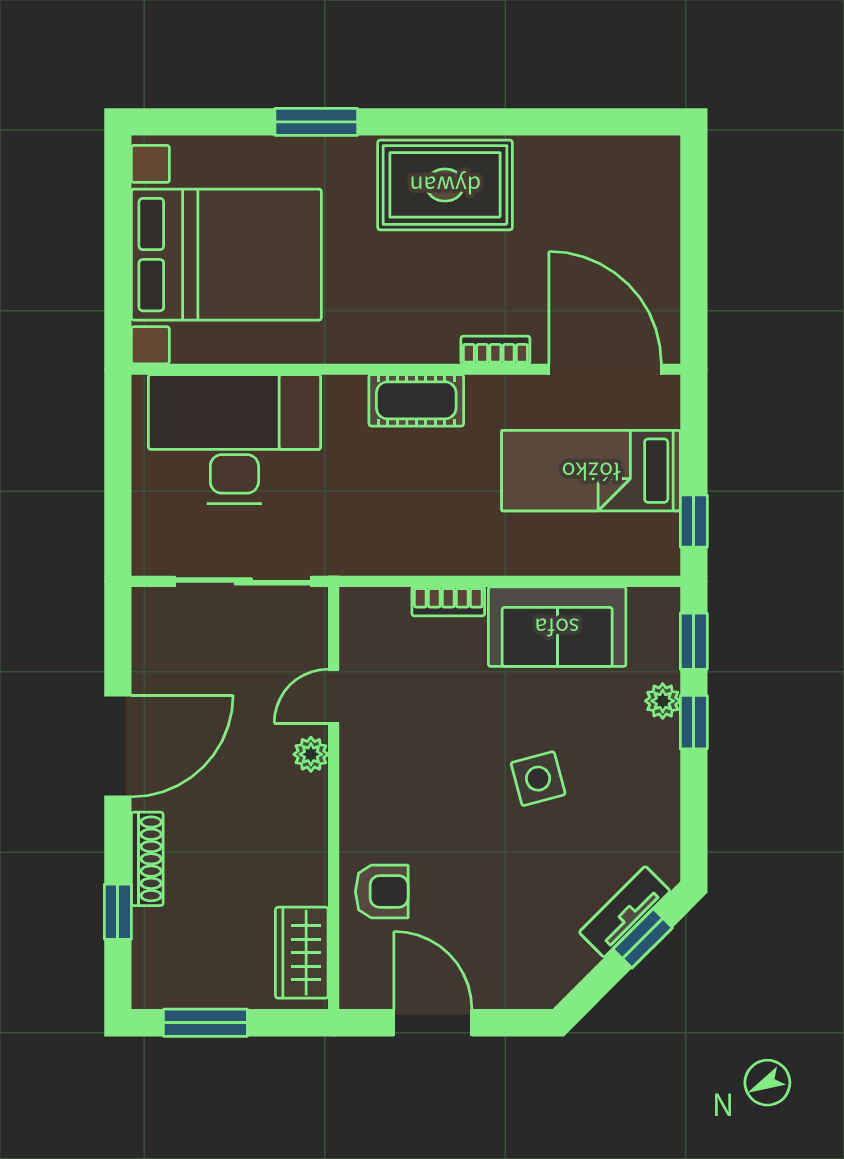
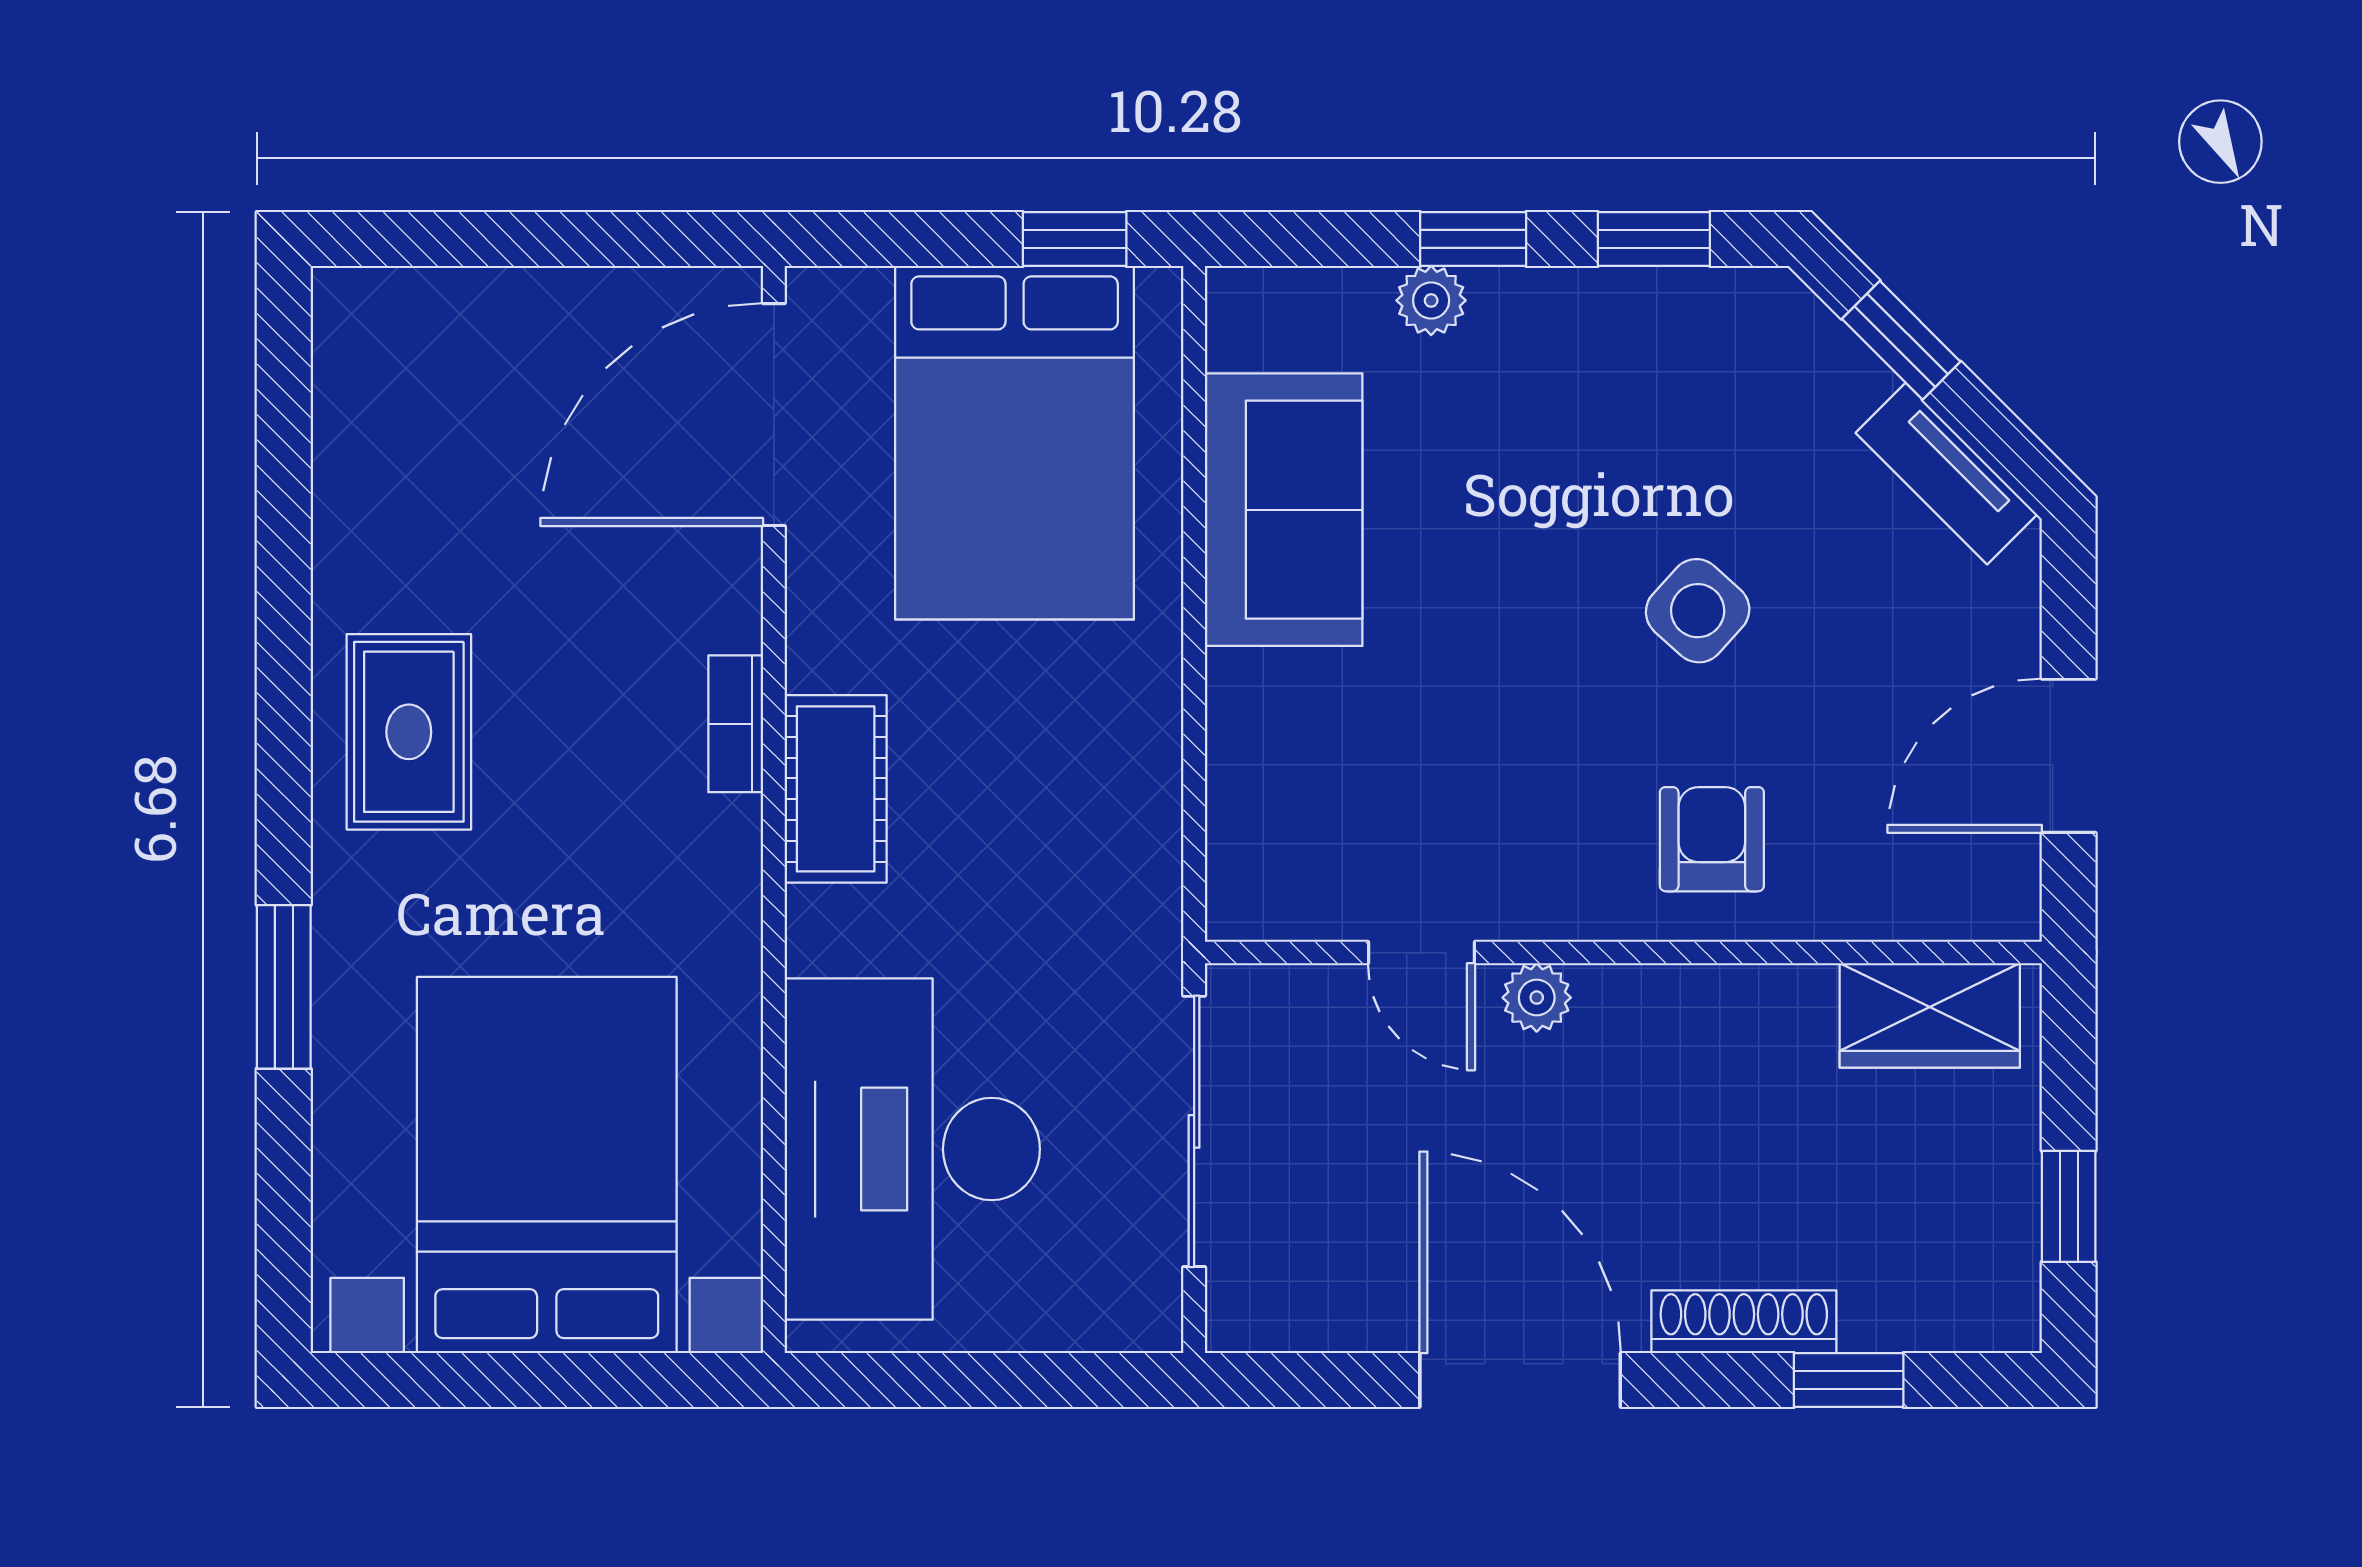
rug: (445, 185) -> (409, 732), width x0.73, depth x0.70
bookcase: (495, 350) -> (736, 724), moved
bed: (591, 471) -> (1015, 443), width x1.50
bookcase: (448, 601) -> (1234, 725), removed
window: (694, 641) -> (1654, 239), moved
side table: (538, 779) -> (1698, 611), moved, turned -33
armchair: (382, 891) -> (1712, 839), moved
tv unit: (625, 912) -> (1946, 474), moved
window: (205, 1023) -> (2069, 1206), width x0.67

